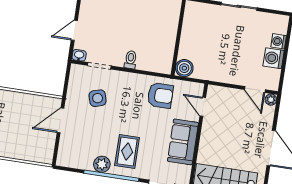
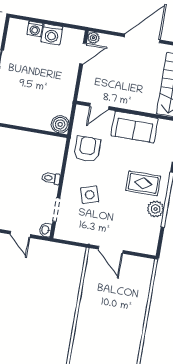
side table: (98, 98) -> (90, 195), moved

